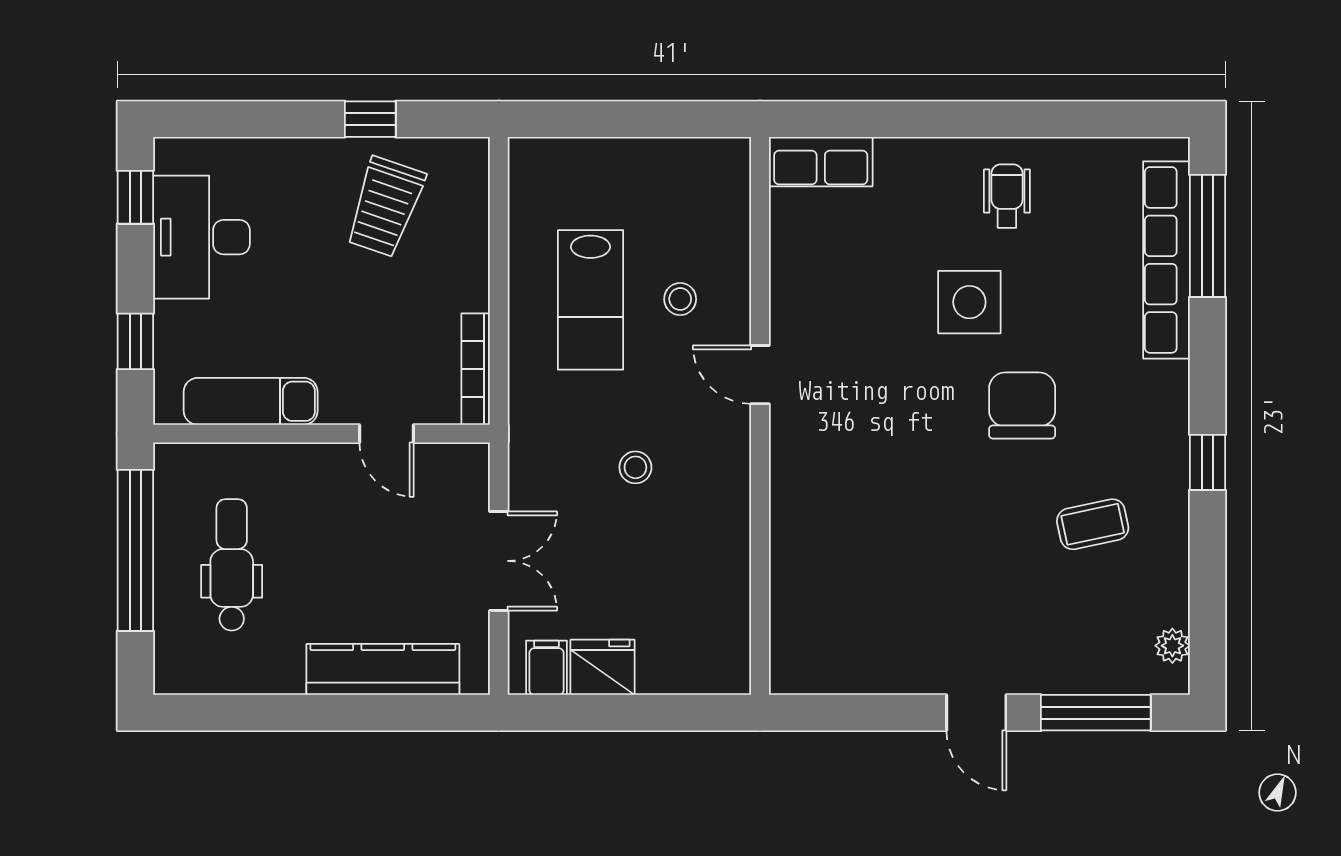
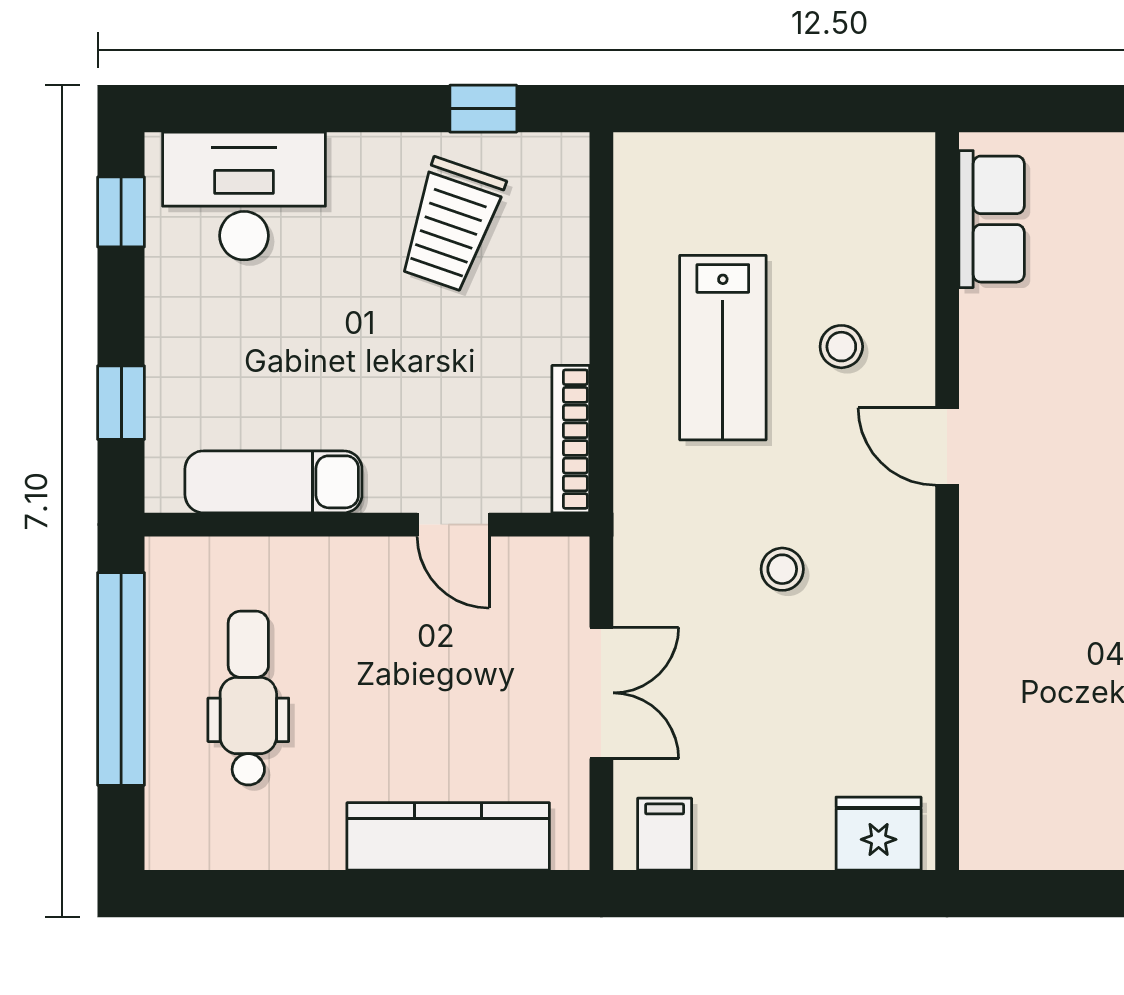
window: (370, 119) -> (483, 109), moved
row of seats: (821, 162) -> (992, 219), moved, turned -90
desk: (202, 237) -> (244, 196), moved, turned 90
fridge: (603, 667) -> (879, 834), moved

